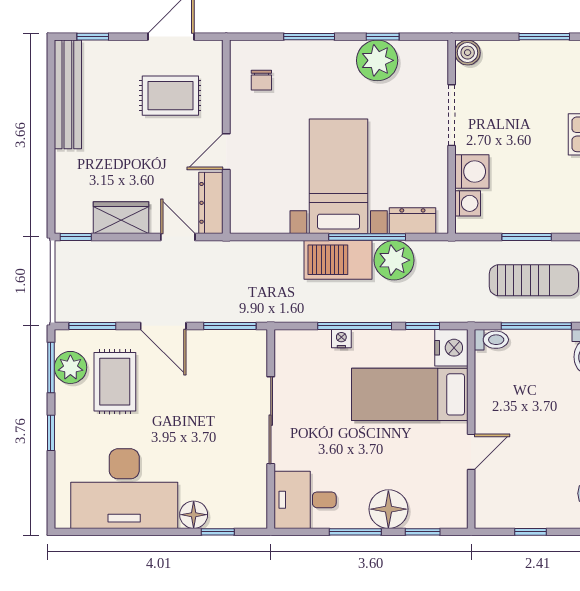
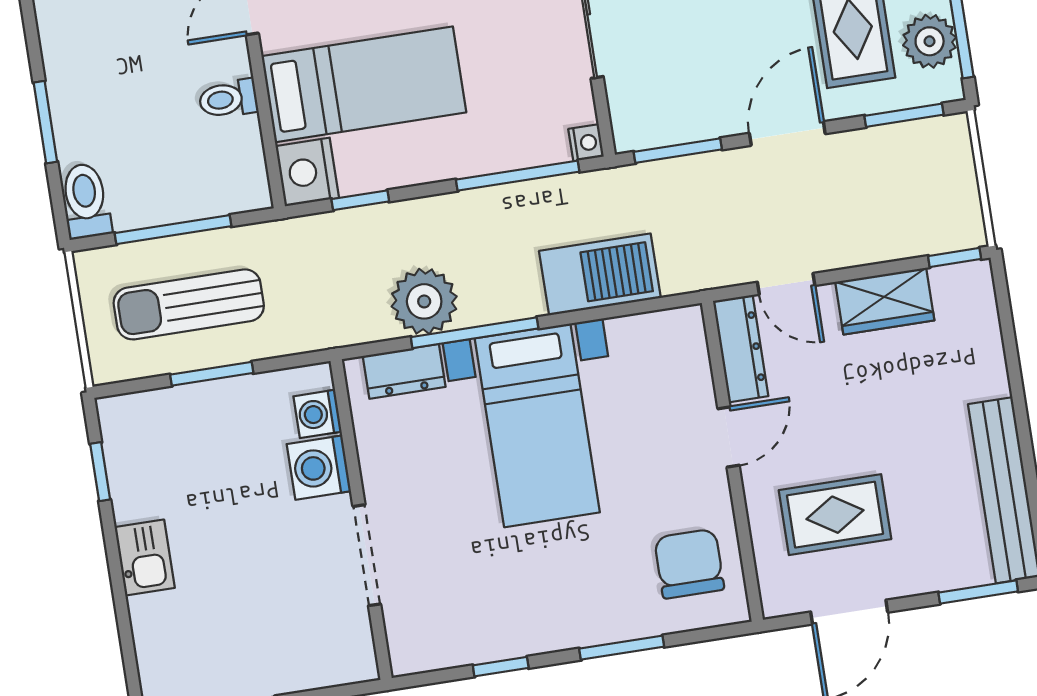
window: (93, 37) -> (978, 592), width x1.50
boiler: (468, 53) -> (357, 662), removed
plant: (377, 60) -> (503, 626), removed
chair: (261, 80) -> (689, 564), width x1.87, depth x1.87
barbecue: (338, 260) -> (600, 274), moved
door: (163, 326) -> (787, 133), hinge flipped
window: (355, 326) -> (518, 176), moved
nightstand: (341, 339) -> (586, 143), moved, turned -90
toilet: (491, 340) -> (228, 99), moved

